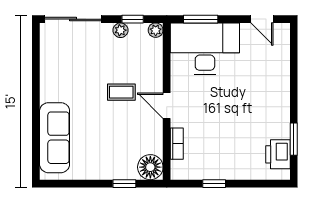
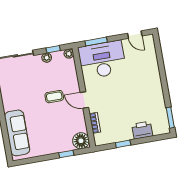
window: (294, 139) -> (170, 118), moved
printer: (278, 154) -> (142, 130), moved, turned 90

